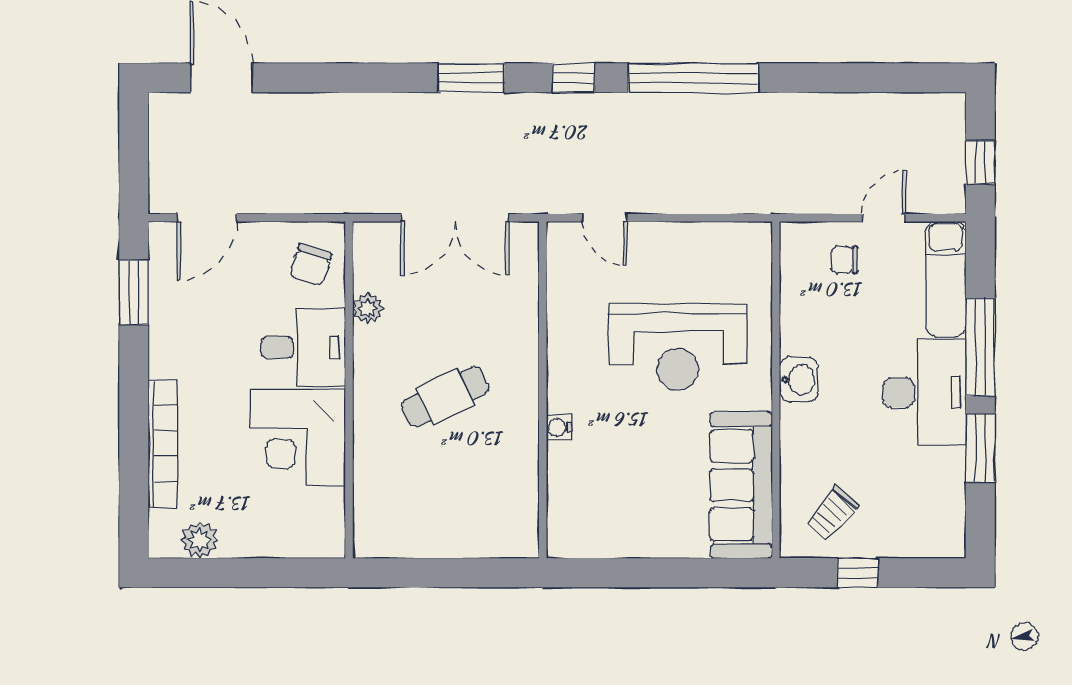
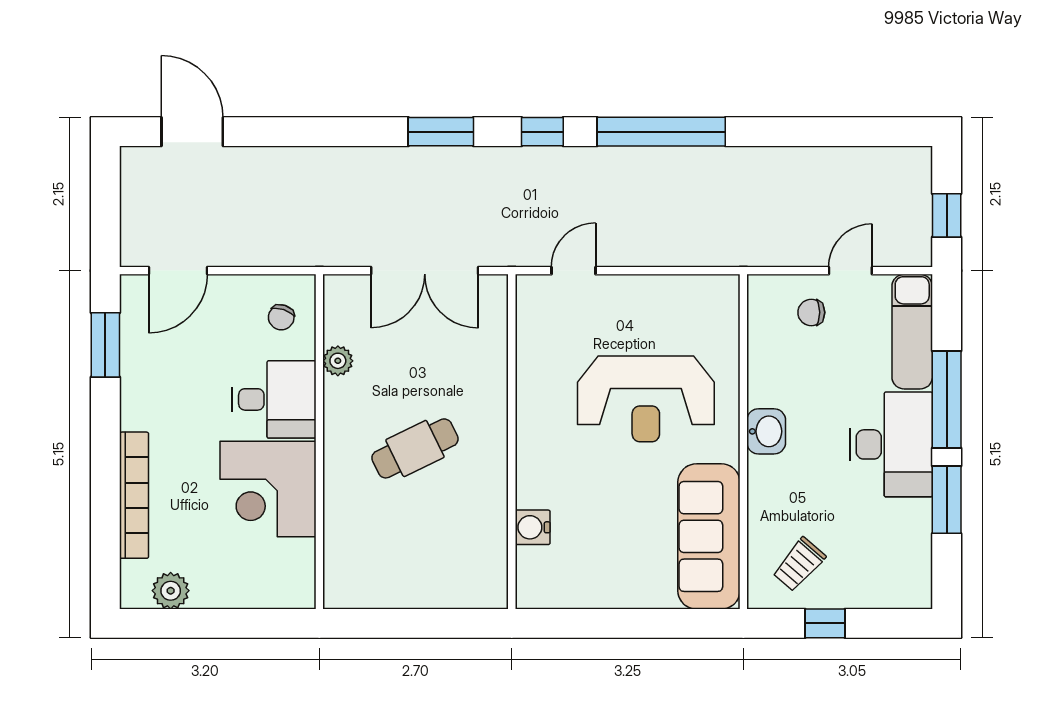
door: (605, 218) -> (573, 271), swing flipped
chair: (311, 265) -> (281, 317), width x0.73, depth x0.73
water cooler: (559, 427) -> (533, 527), moved, width x1.38, depth x1.38

